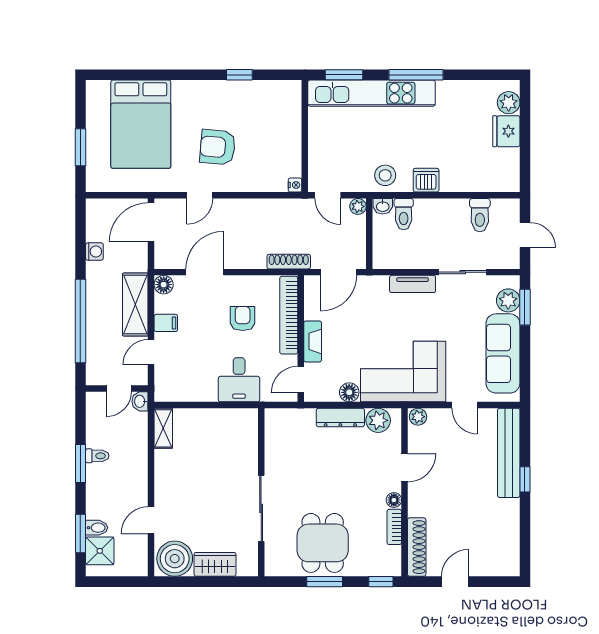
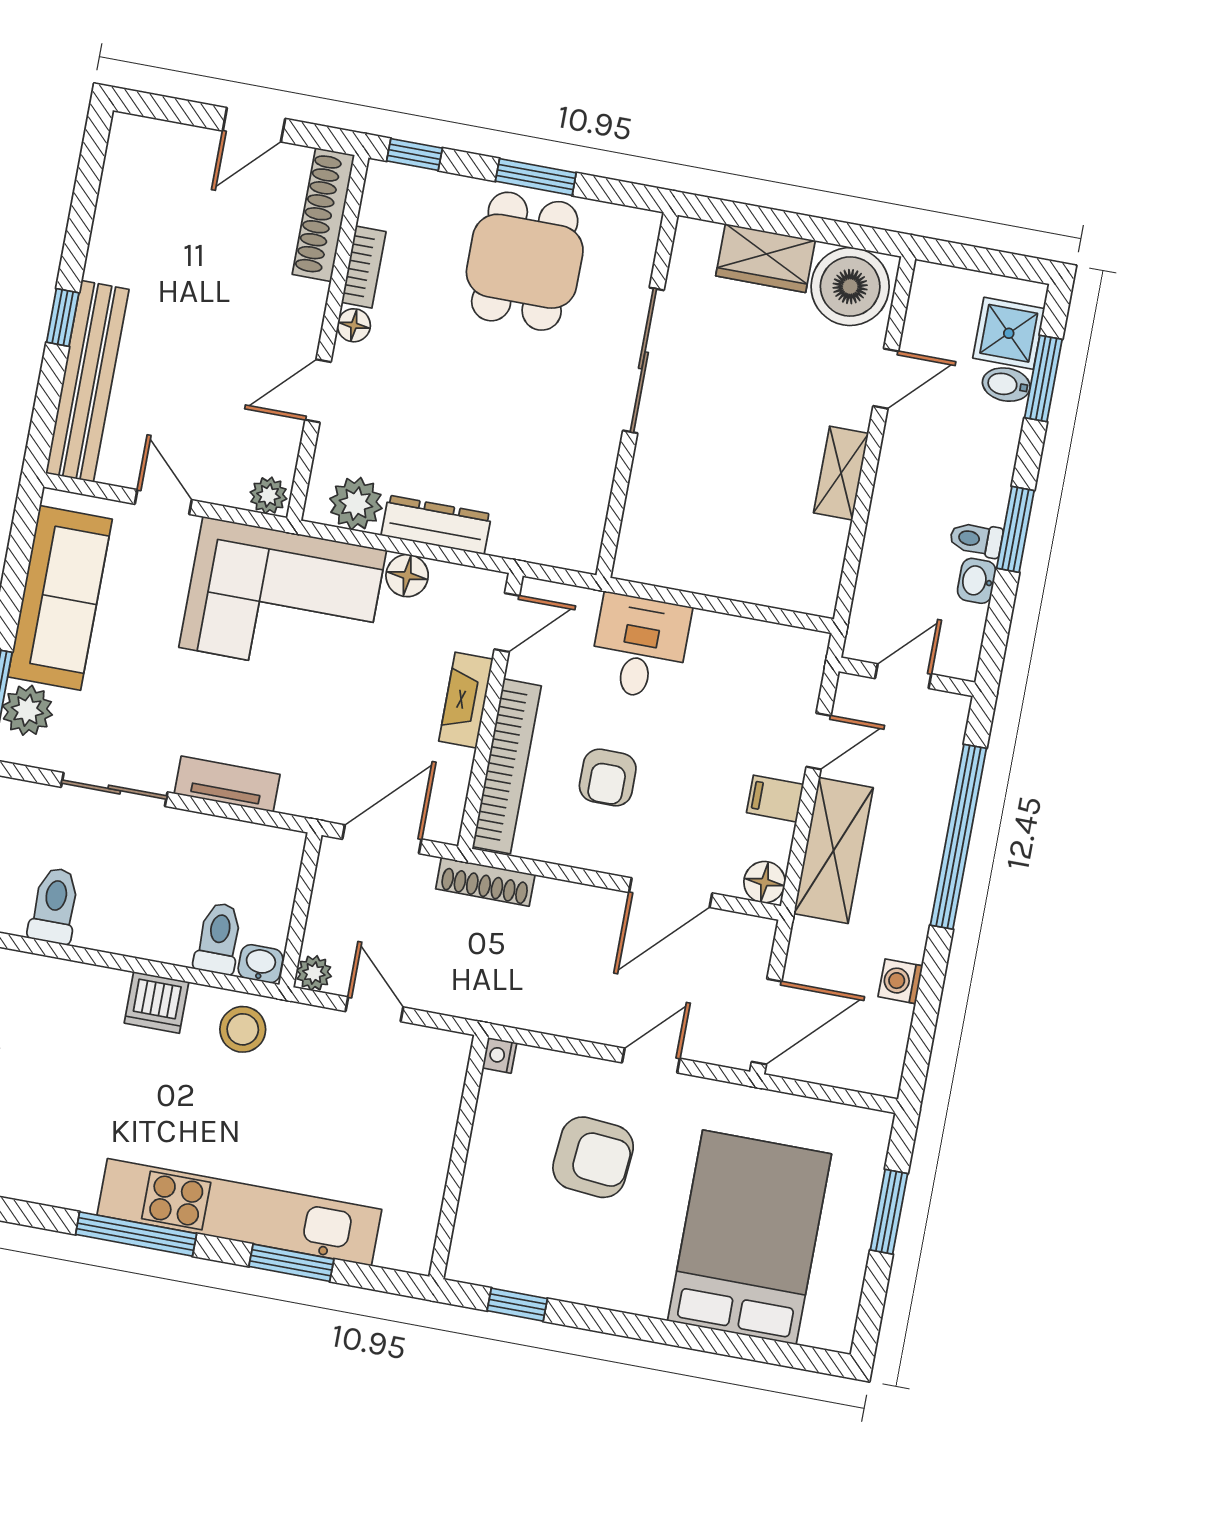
wall: (305, 136) -> (459, 1157), moved
nightstand: (295, 185) -> (499, 1055), moved
washbasin: (140, 401) -> (977, 581), moved, turned 180
shelving: (163, 428) -> (841, 473), moved

